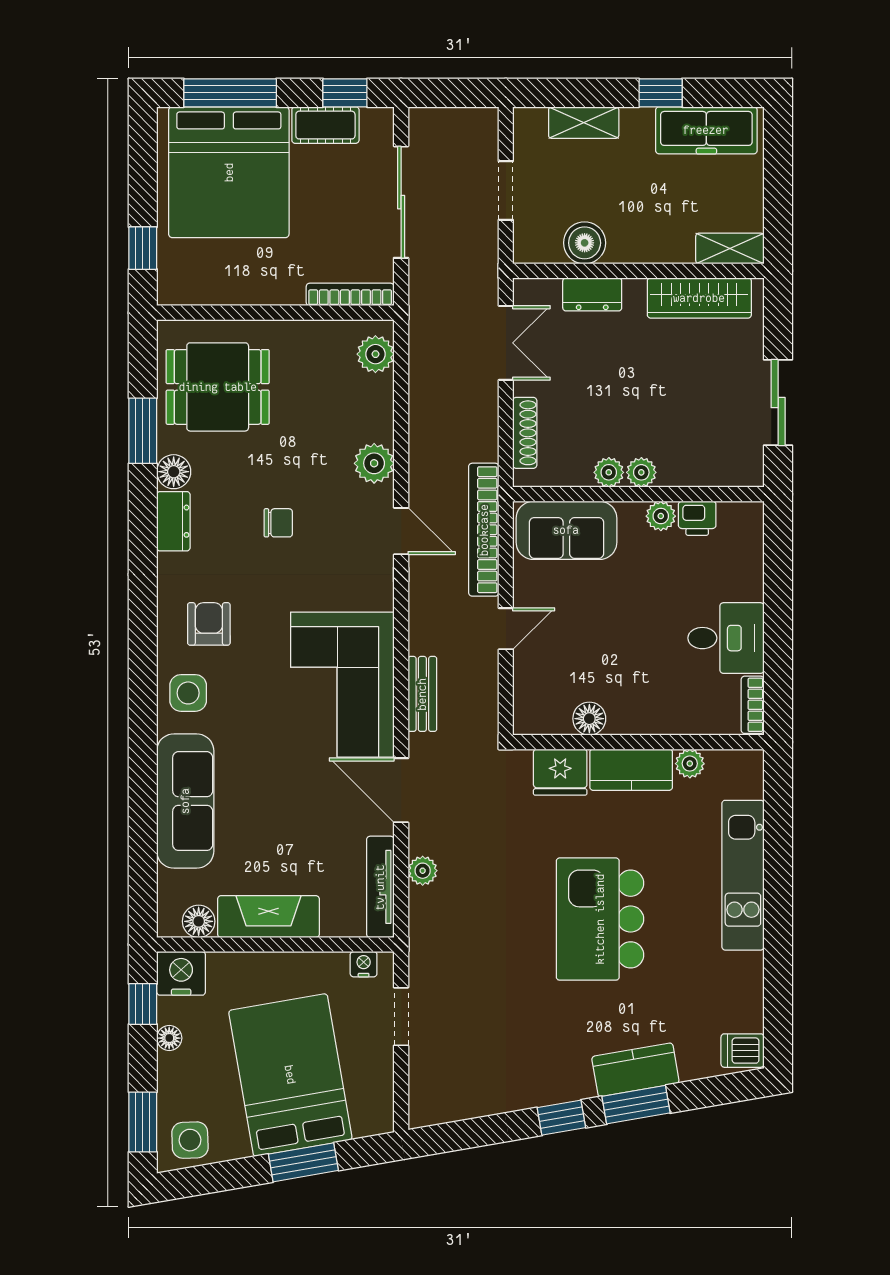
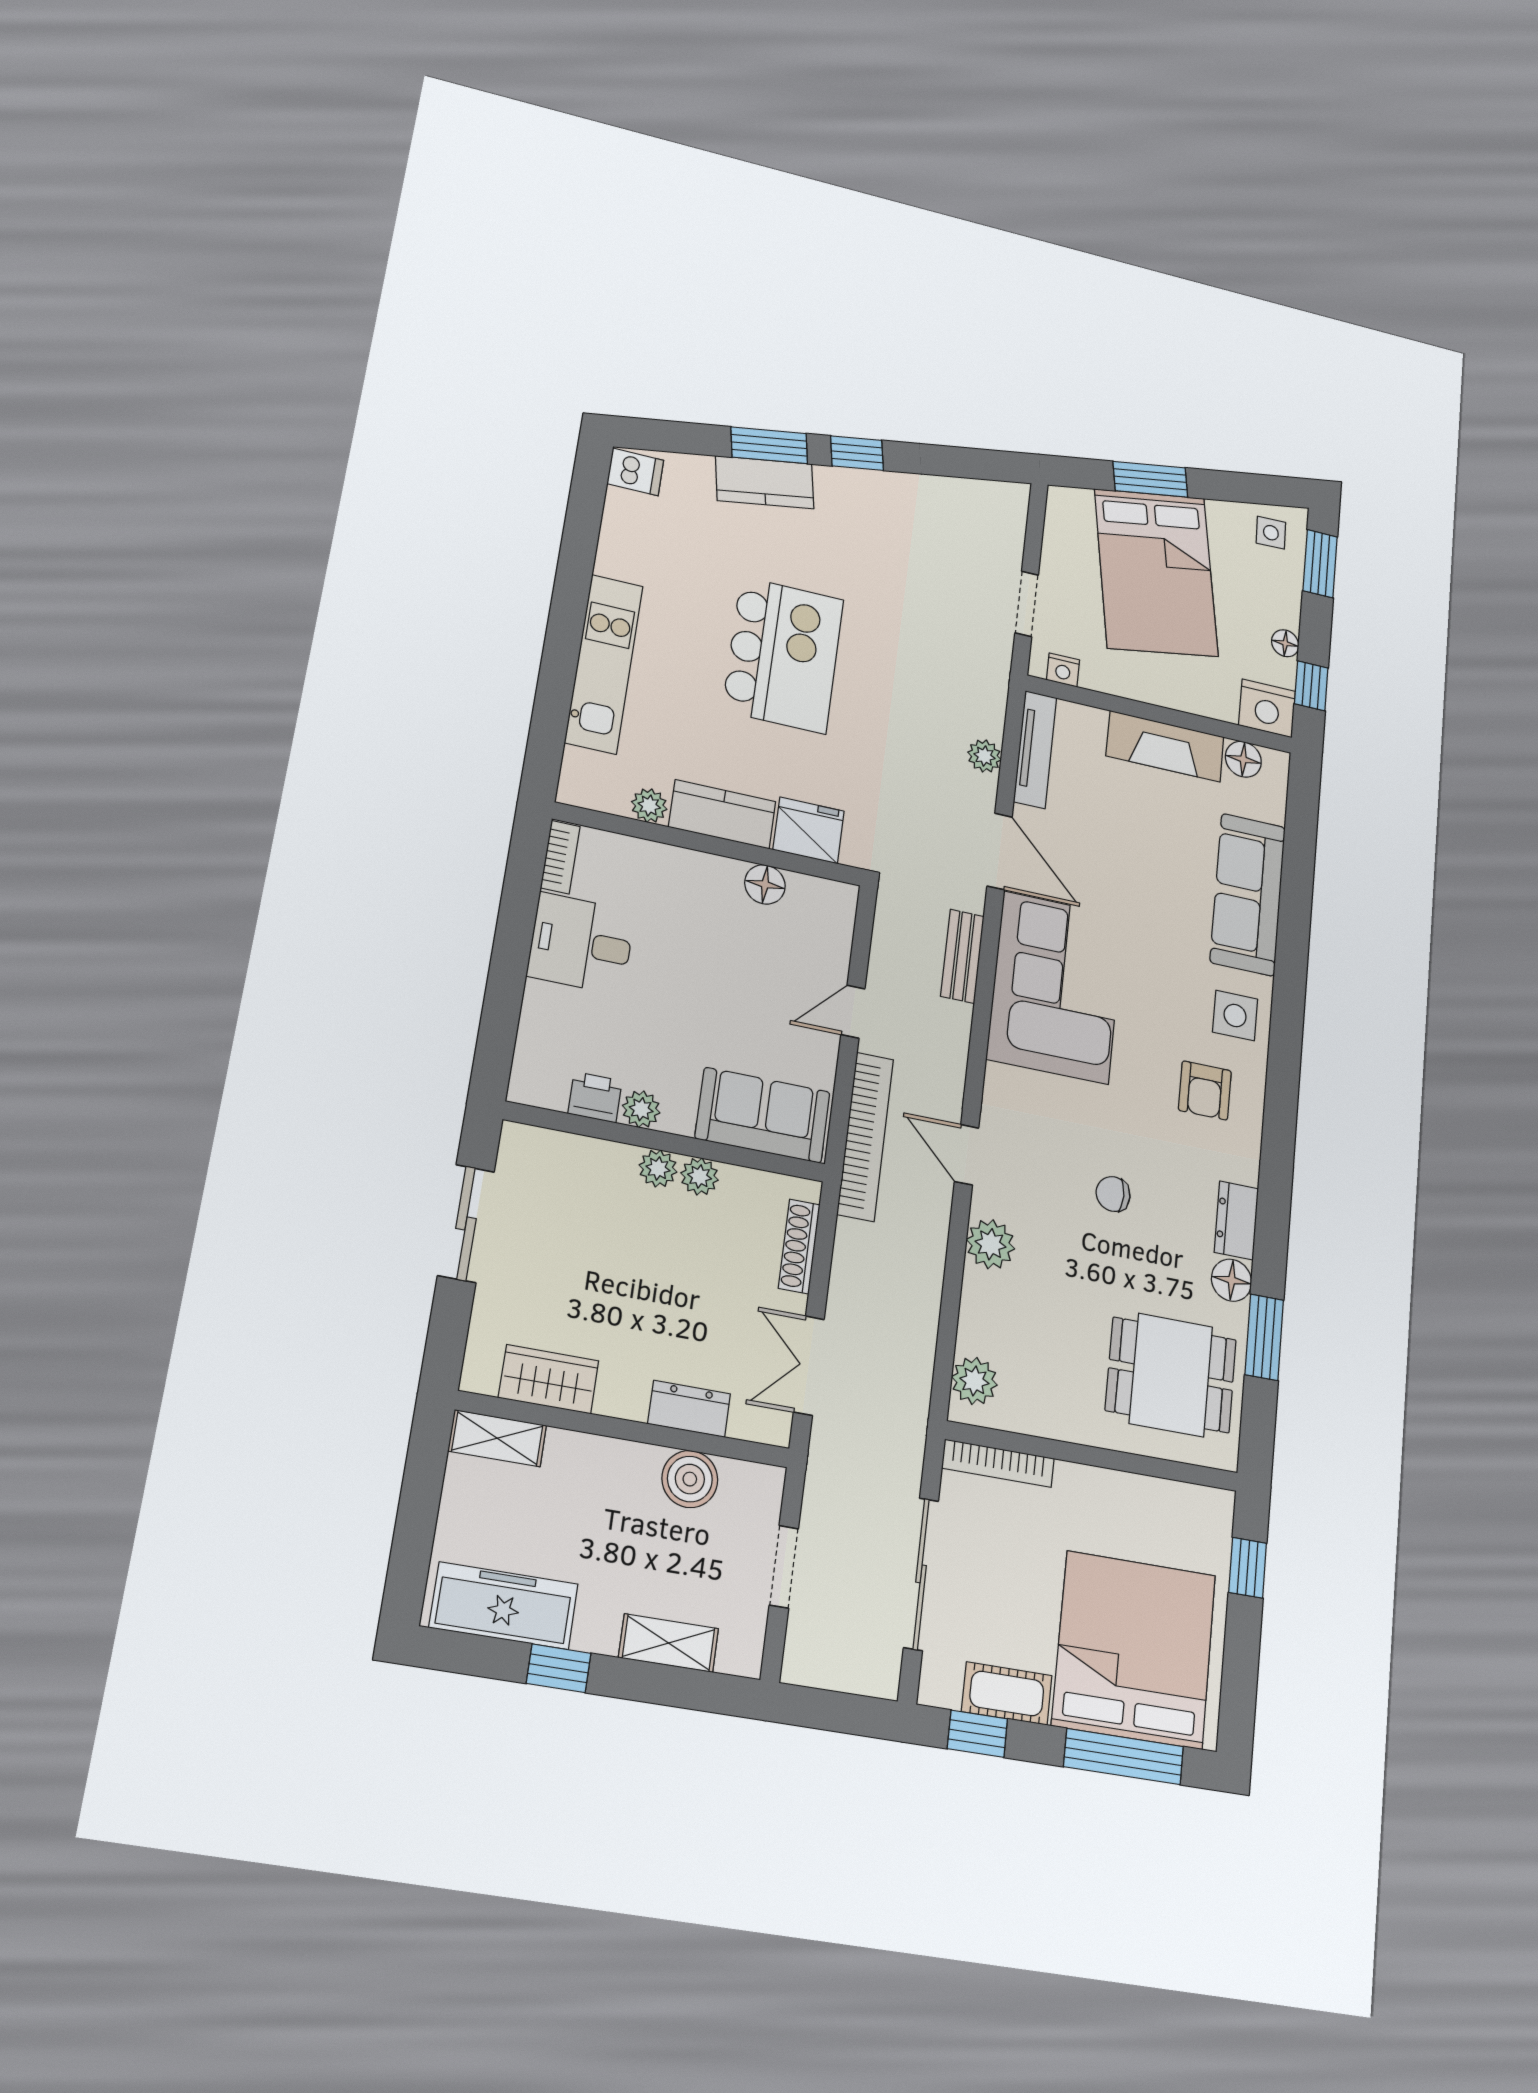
wardrobe: (699, 298) -> (549, 1379), width x0.67
side table: (190, 1140) -> (1271, 533), width x0.73, depth x0.73

